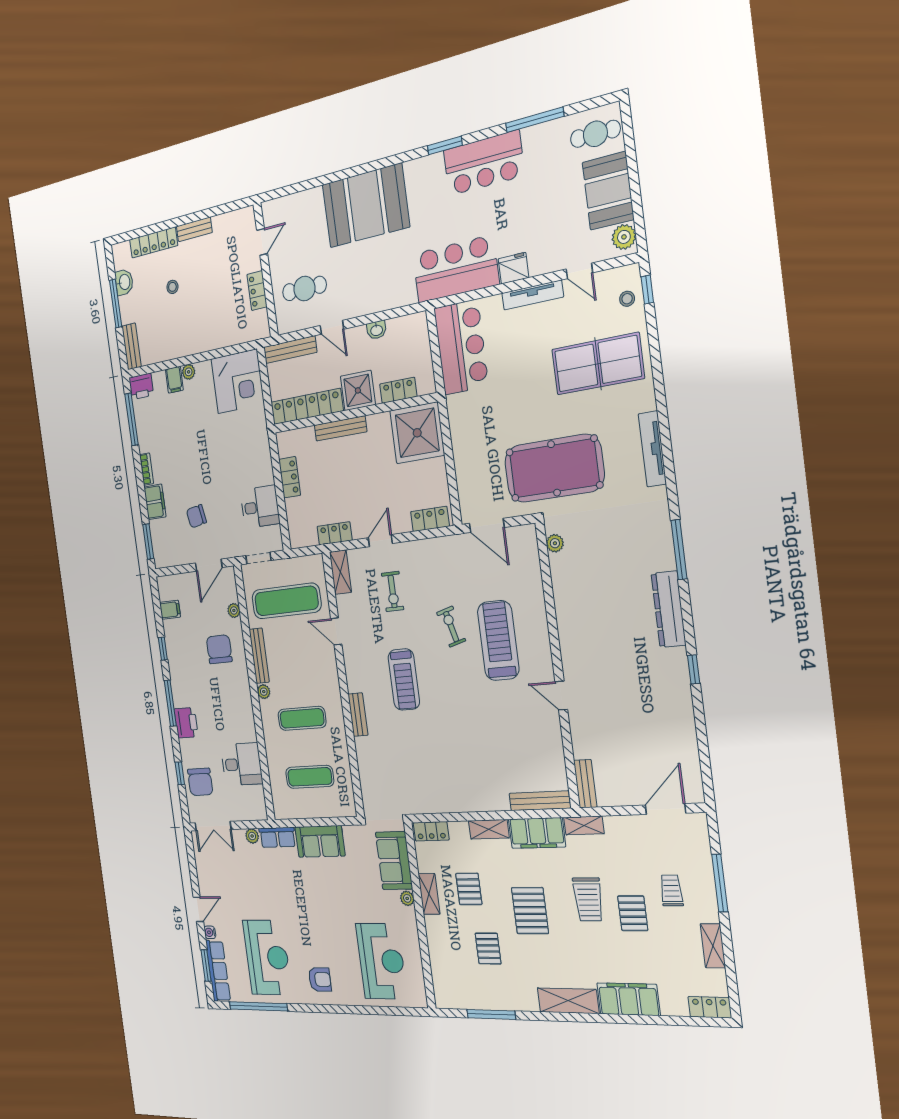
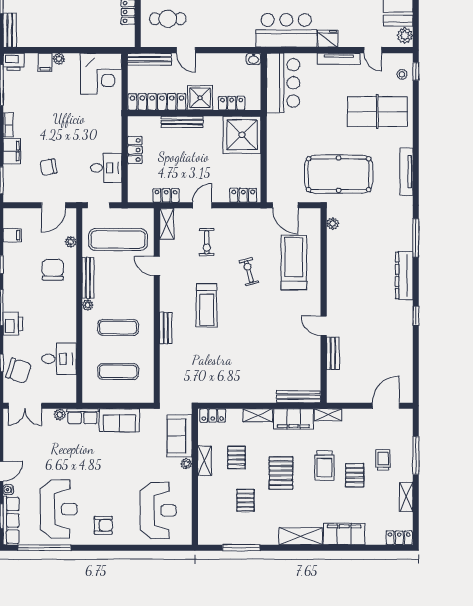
washbasin: (377, 330) -> (253, 59), moved
treadmill: (498, 641) -> (294, 263), moved
chair: (200, 782) -> (18, 371), turned -72
bench: (585, 784) -> (333, 353), moved

